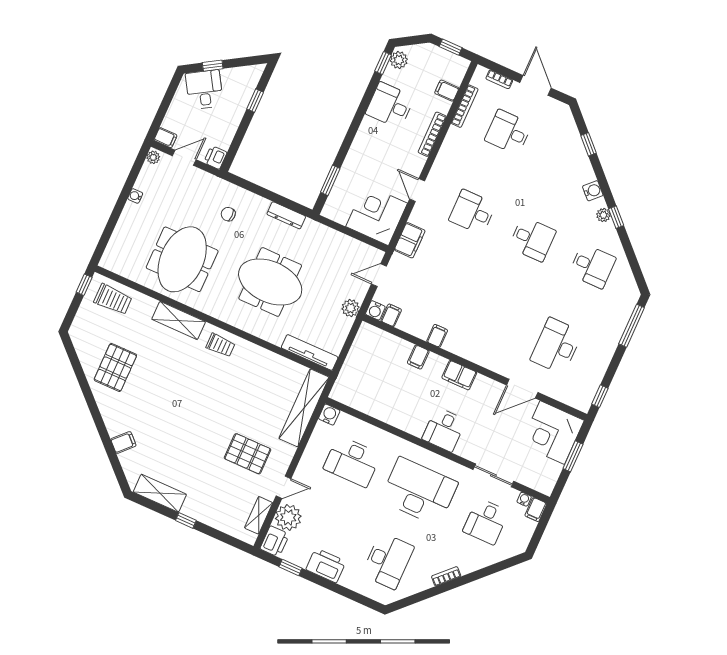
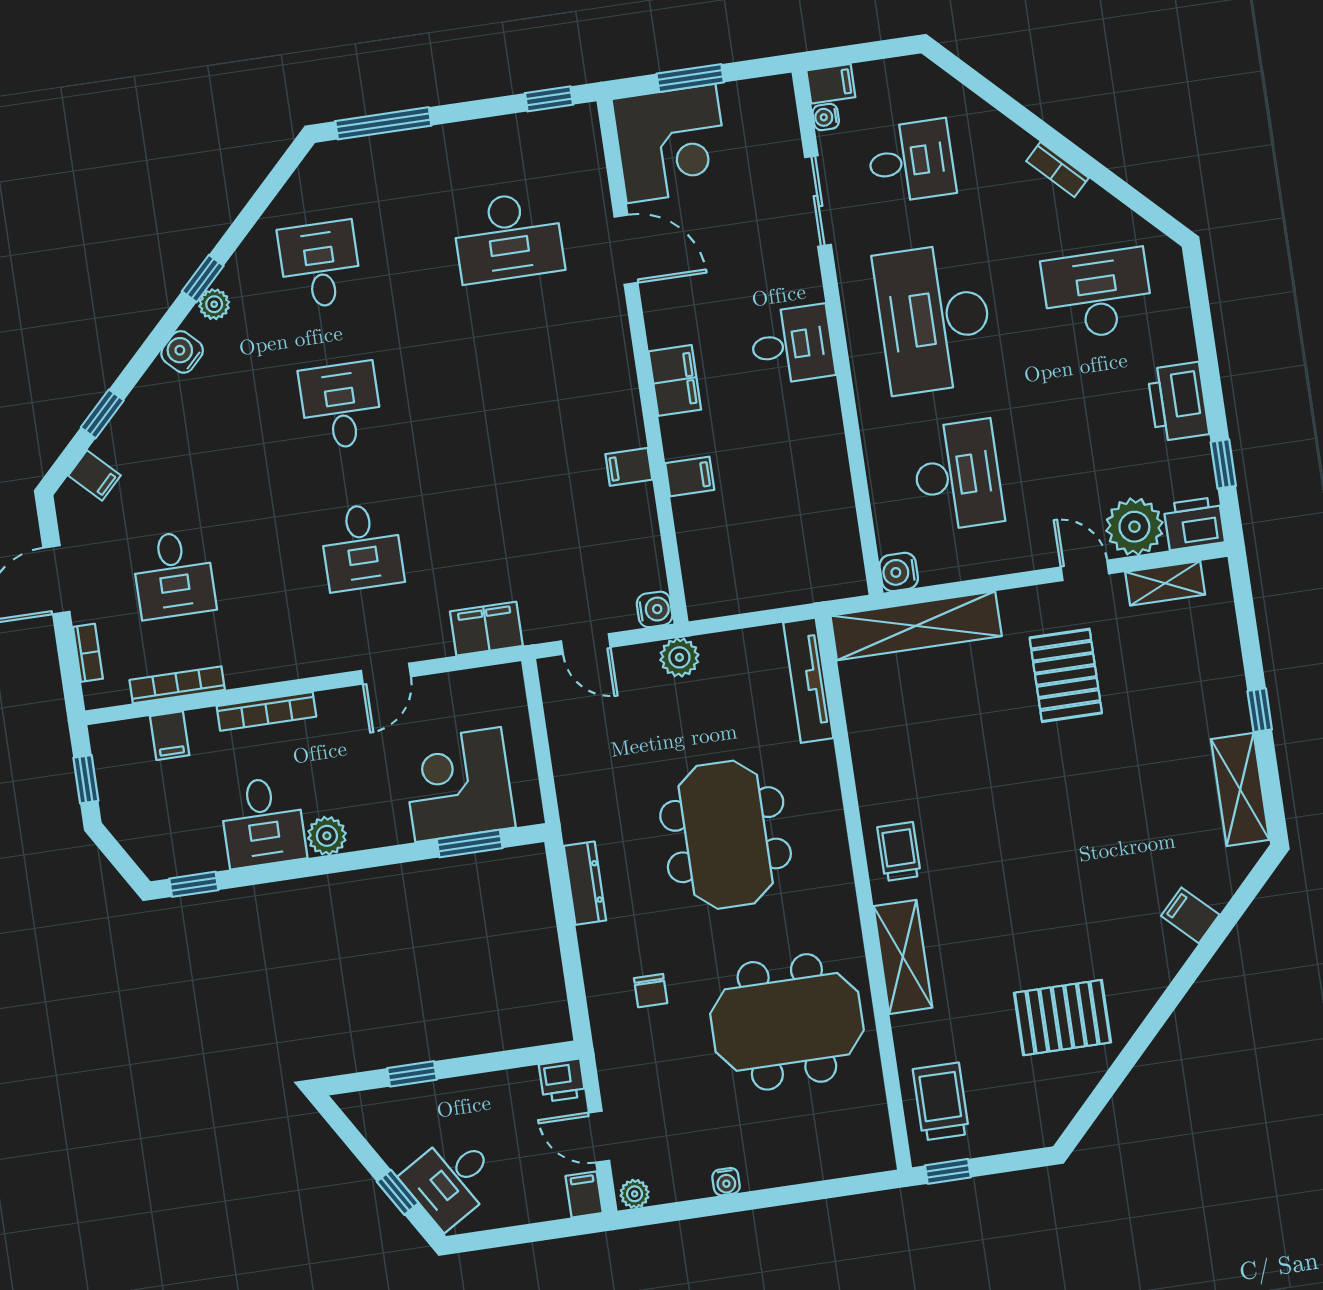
plant: (399, 60) -> (327, 836), moved
corner desk: (377, 215) -> (458, 785), moved, turned 90
filing cabinet: (391, 315) -> (95, 475), moved, turned -135

